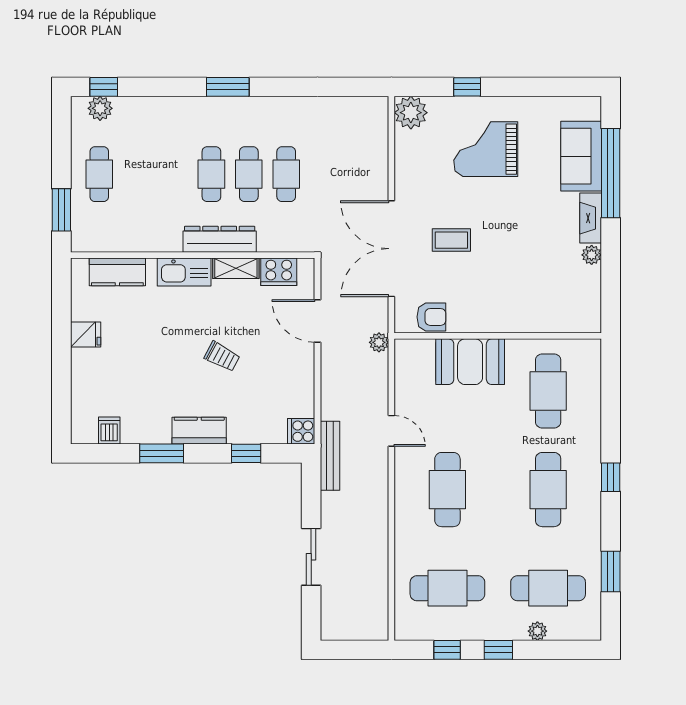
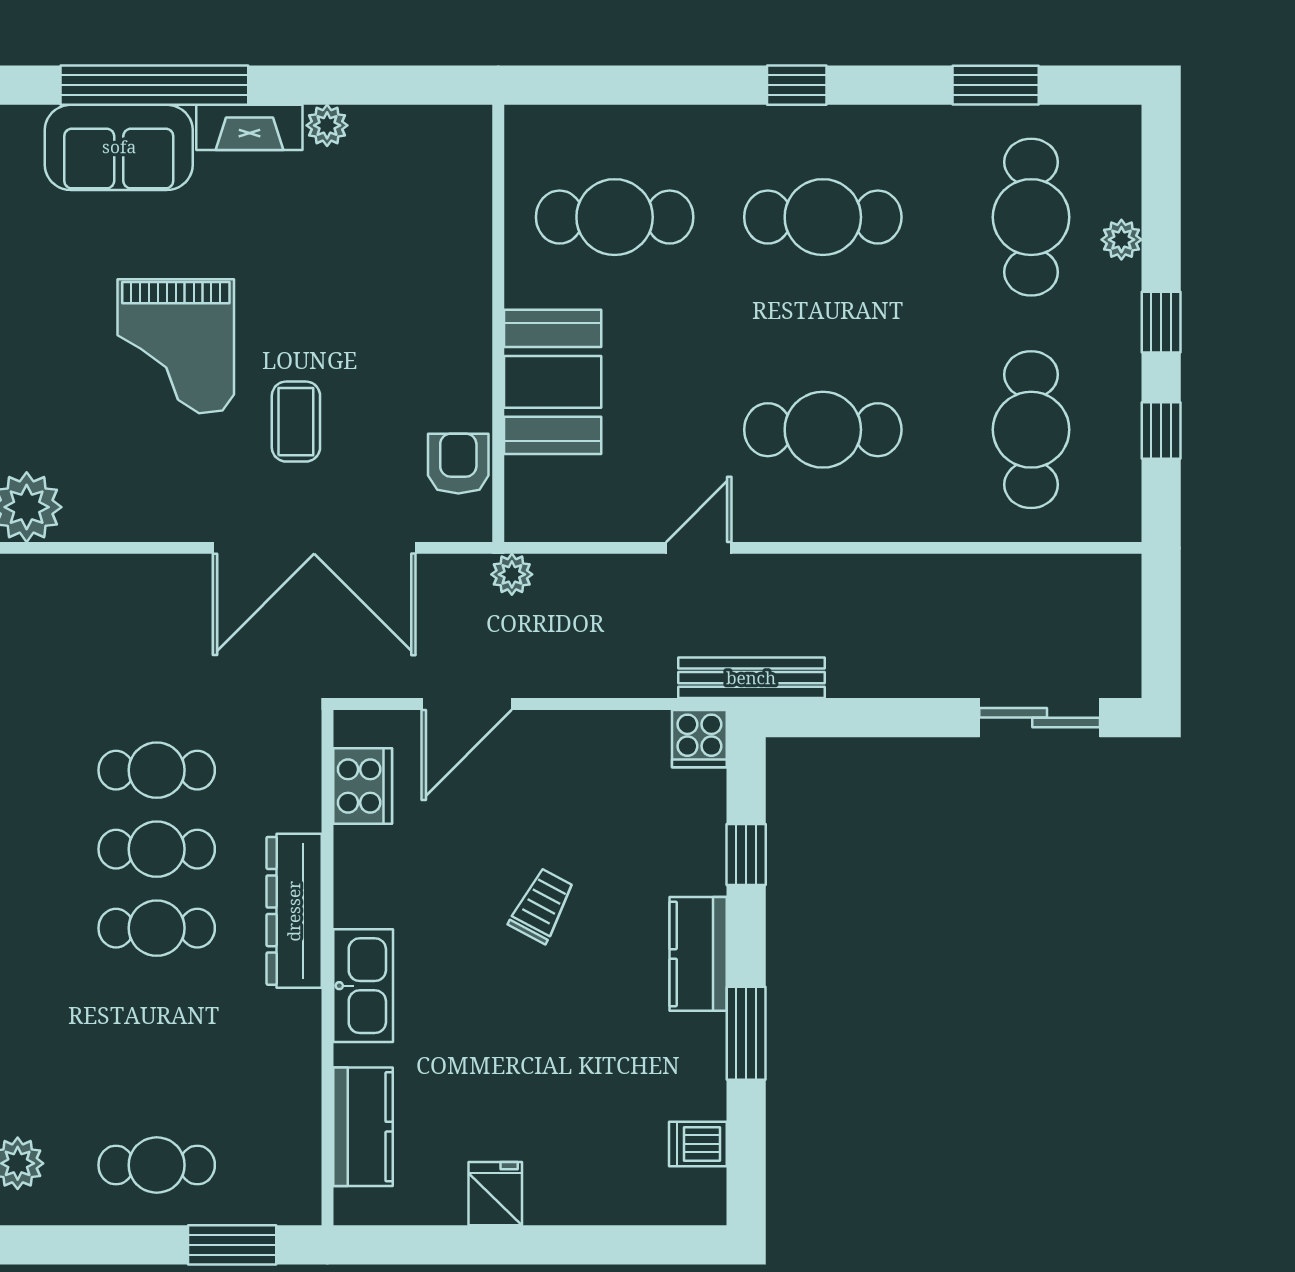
grand piano: (486, 149) -> (176, 346), moved
shelving: (236, 268) -> (355, 877), removed
sliding door: (311, 557) -> (1040, 718), moved

